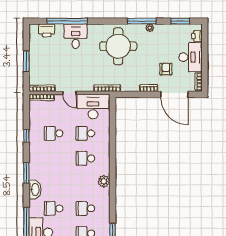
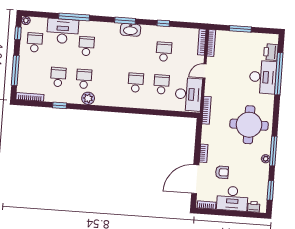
desk: (76, 36) -> (263, 77), width x1.37
plant: (104, 181) -> (88, 98), moved
washbasin: (35, 190) -> (130, 30), moved

